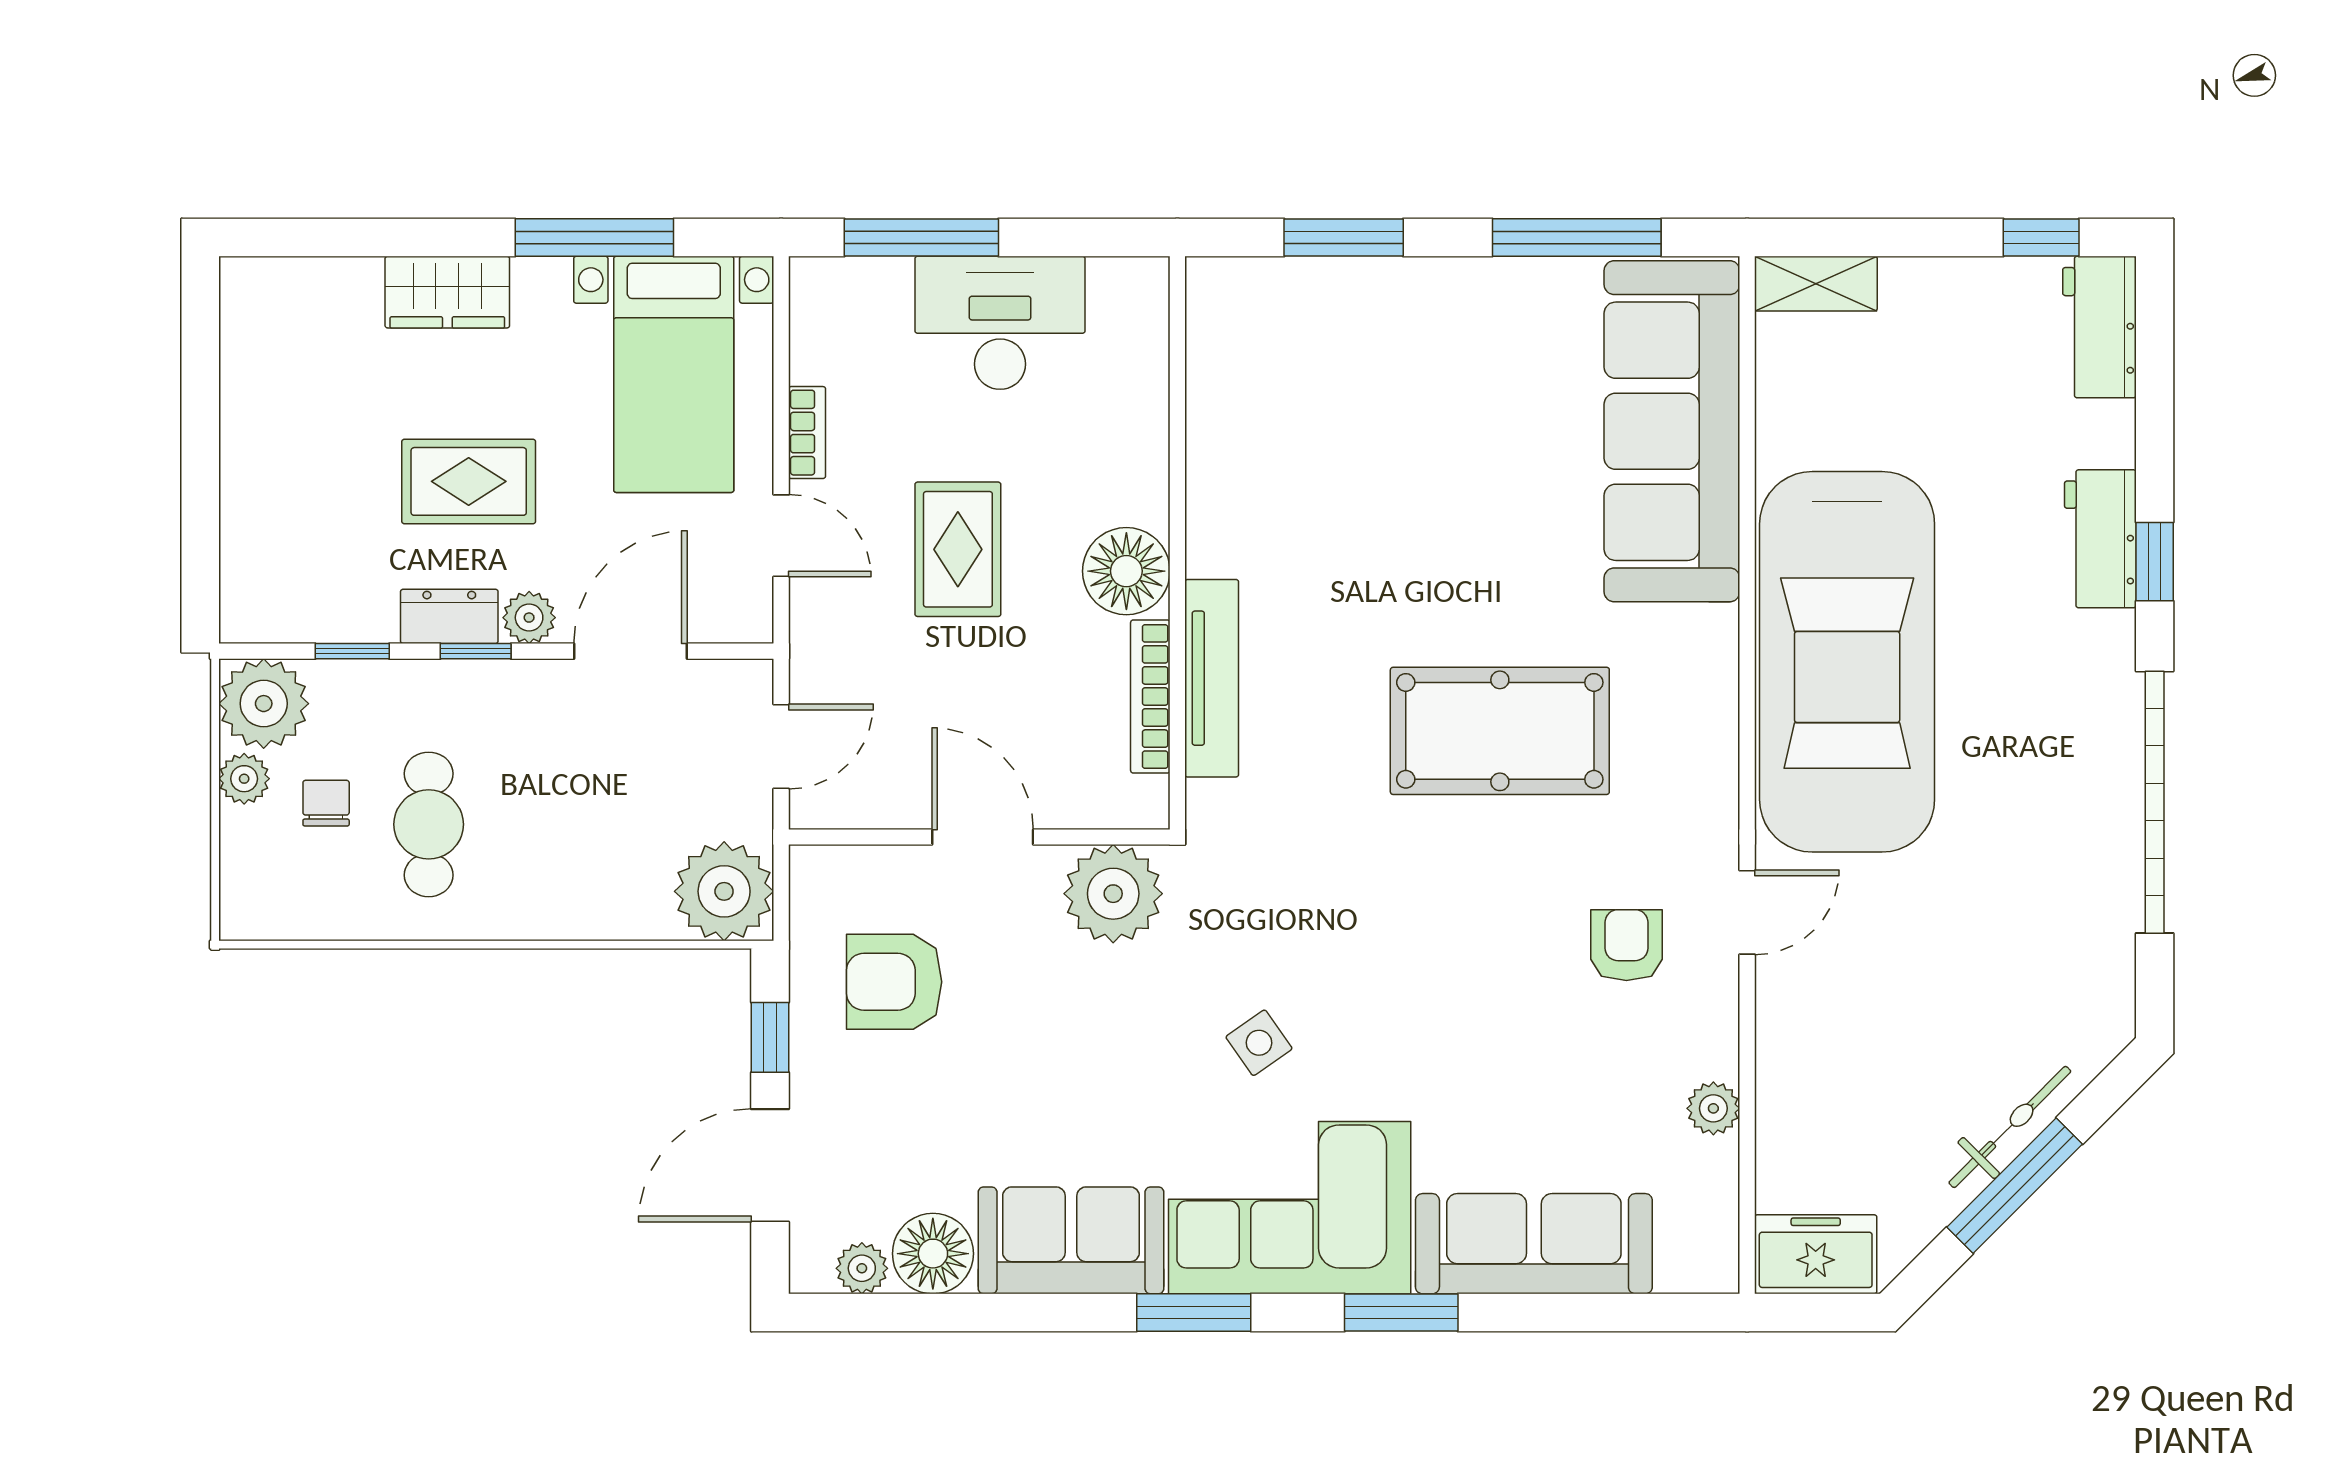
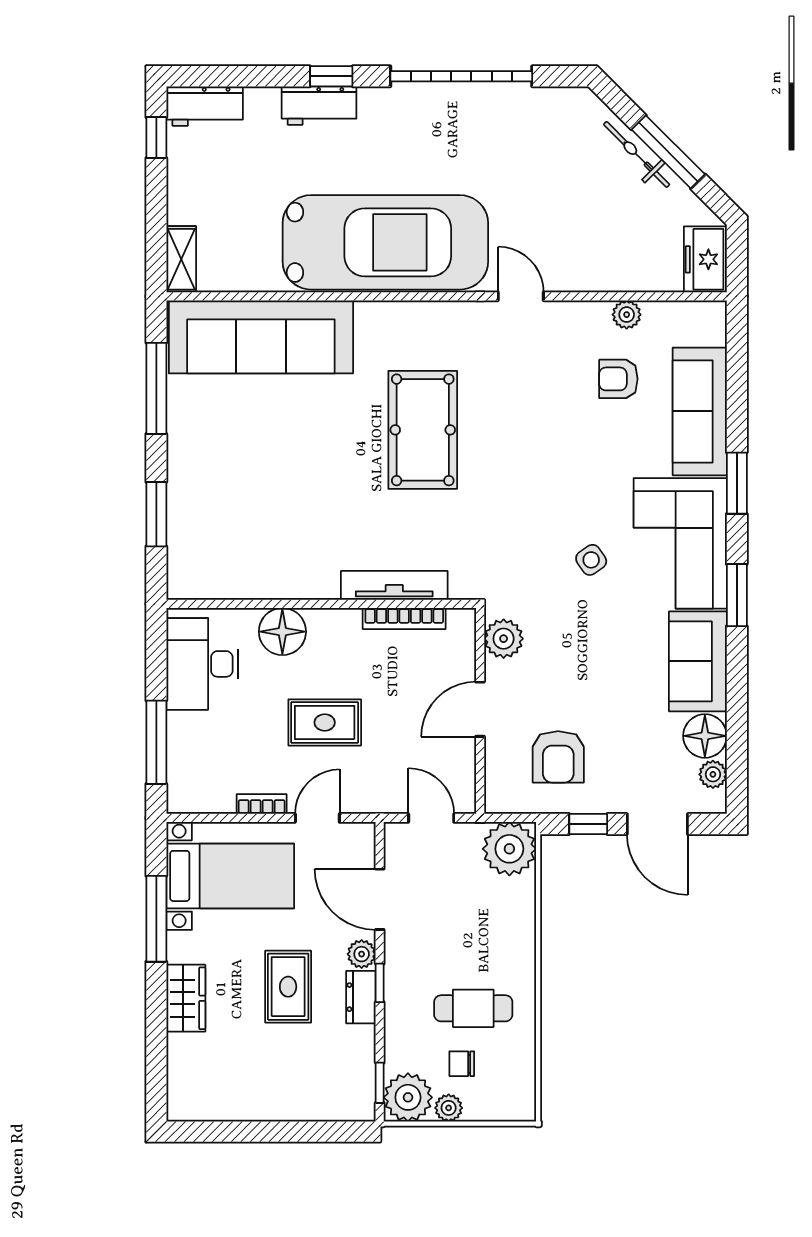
desk: (1000, 323) -> (202, 664), moved
floor lamp: (1126, 571) -> (282, 632), moved
window: (352, 651) -> (380, 1083), moved
plant: (1113, 894) -> (504, 639), width x0.73, depth x0.73
armchair: (1626, 945) -> (618, 379), moved

